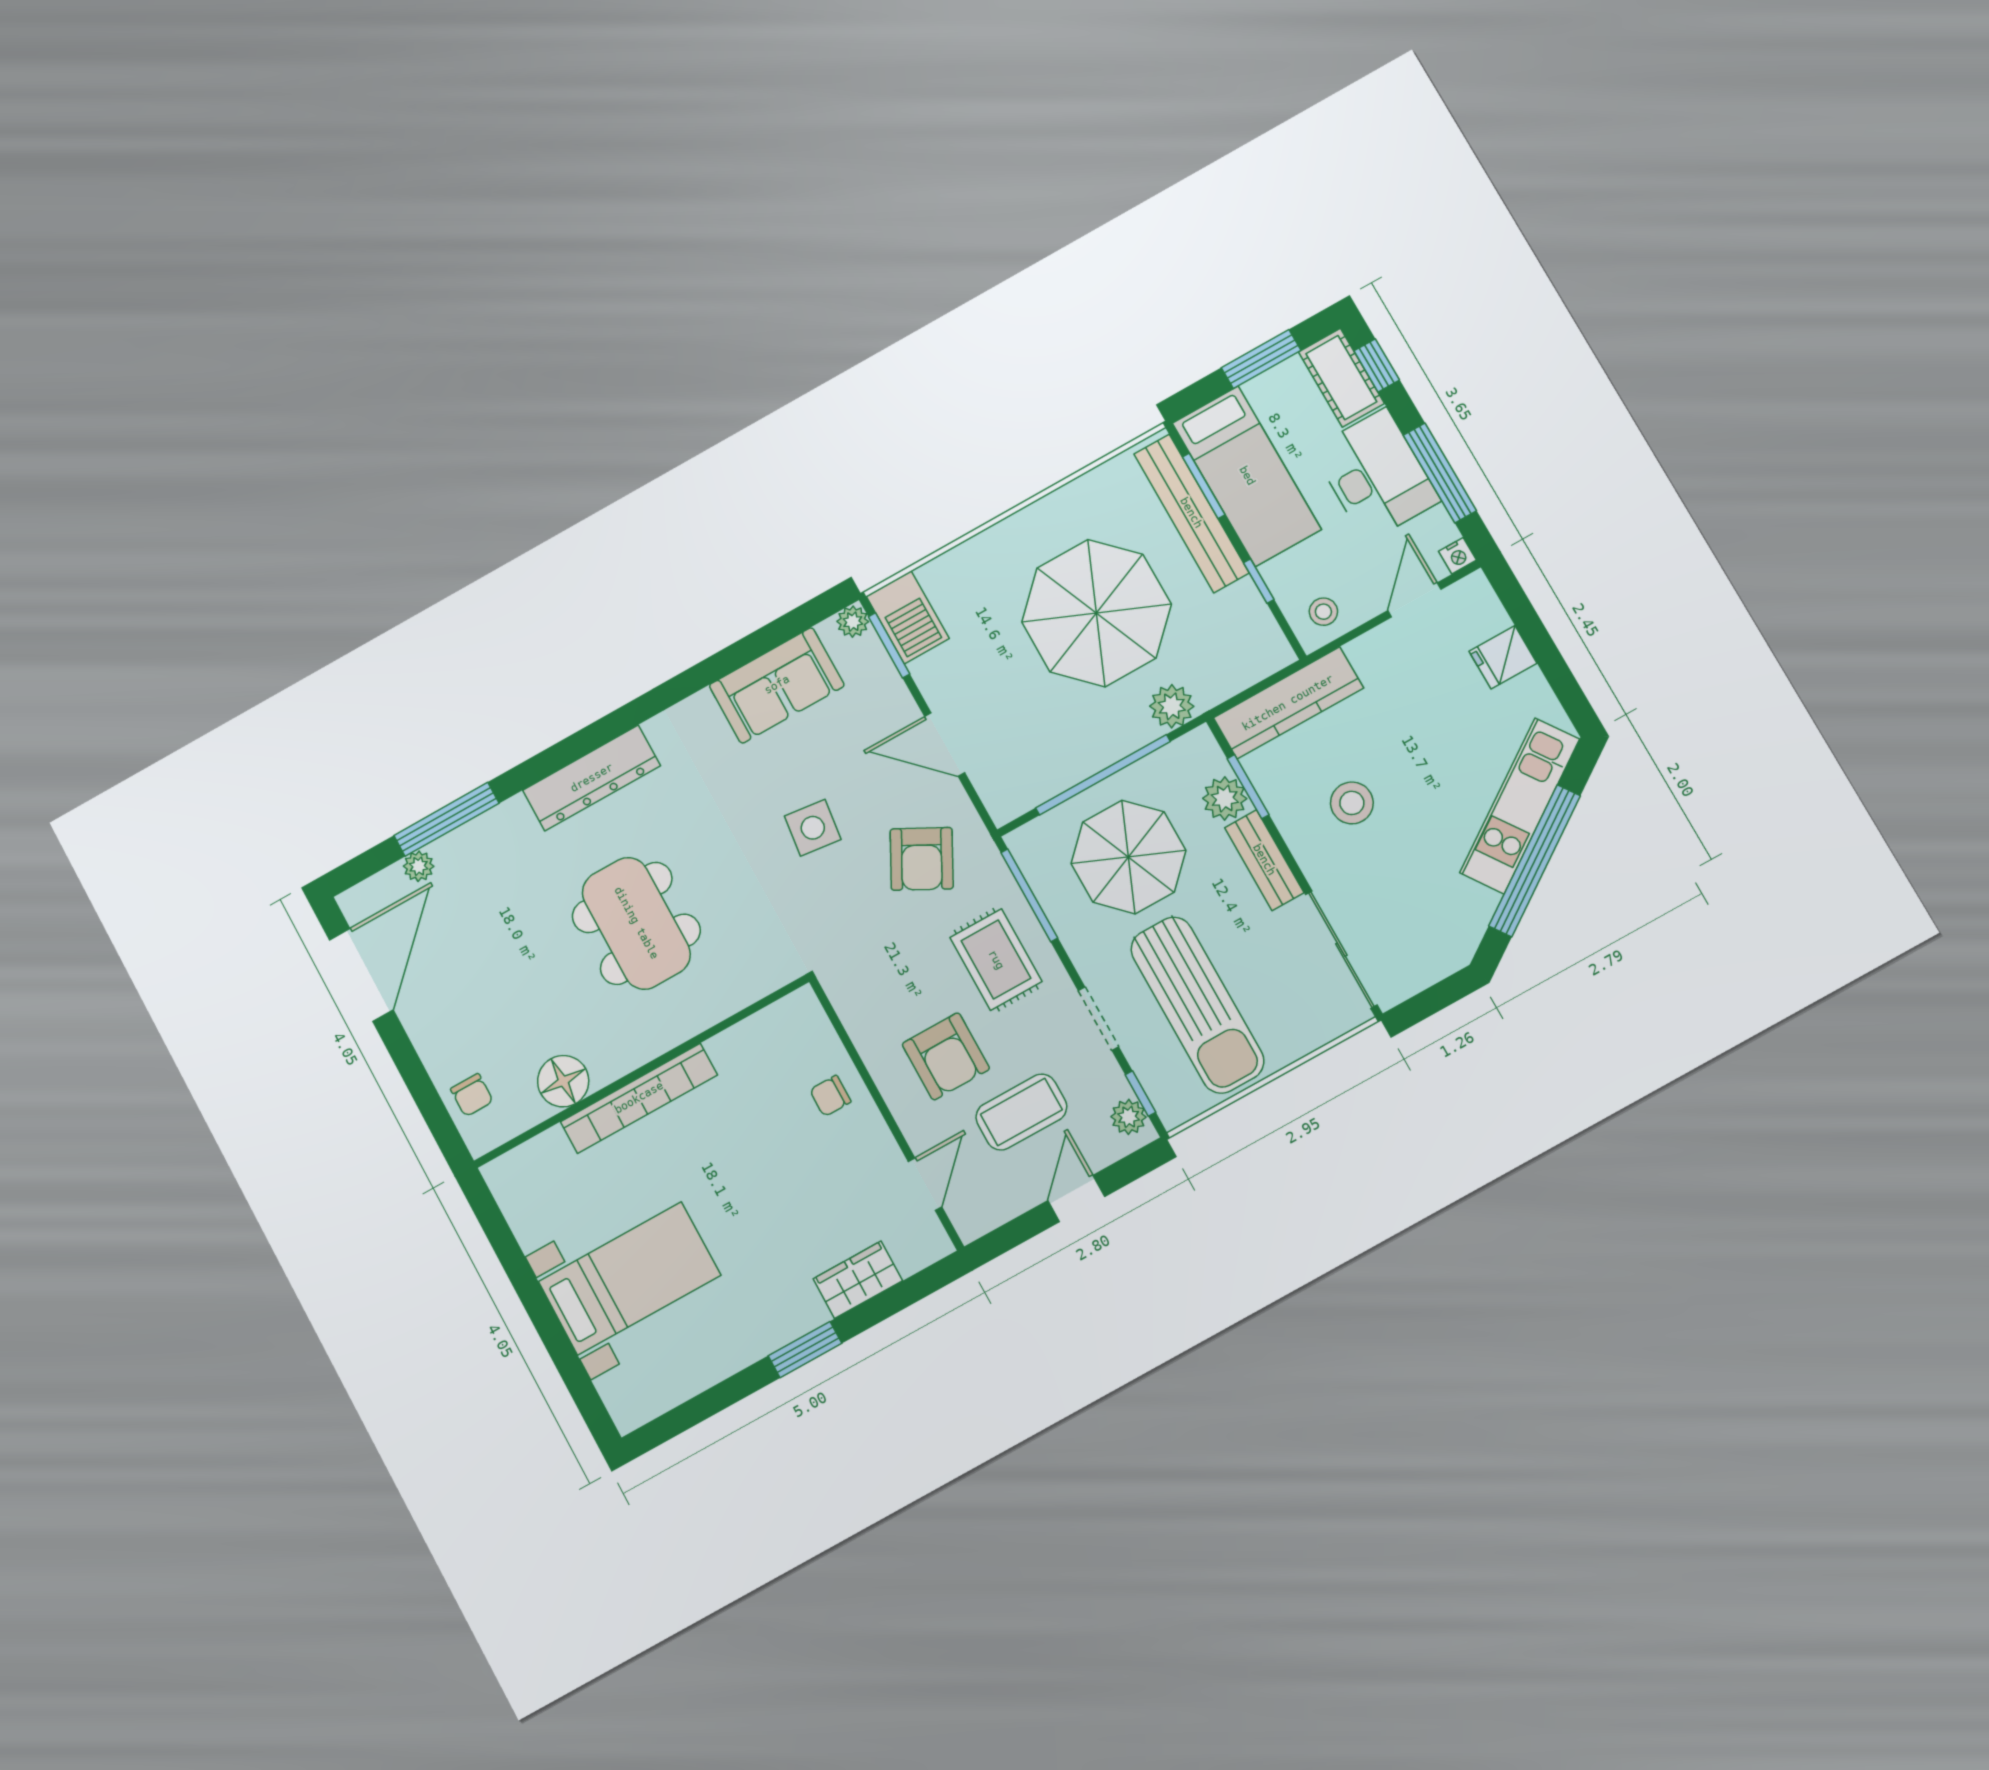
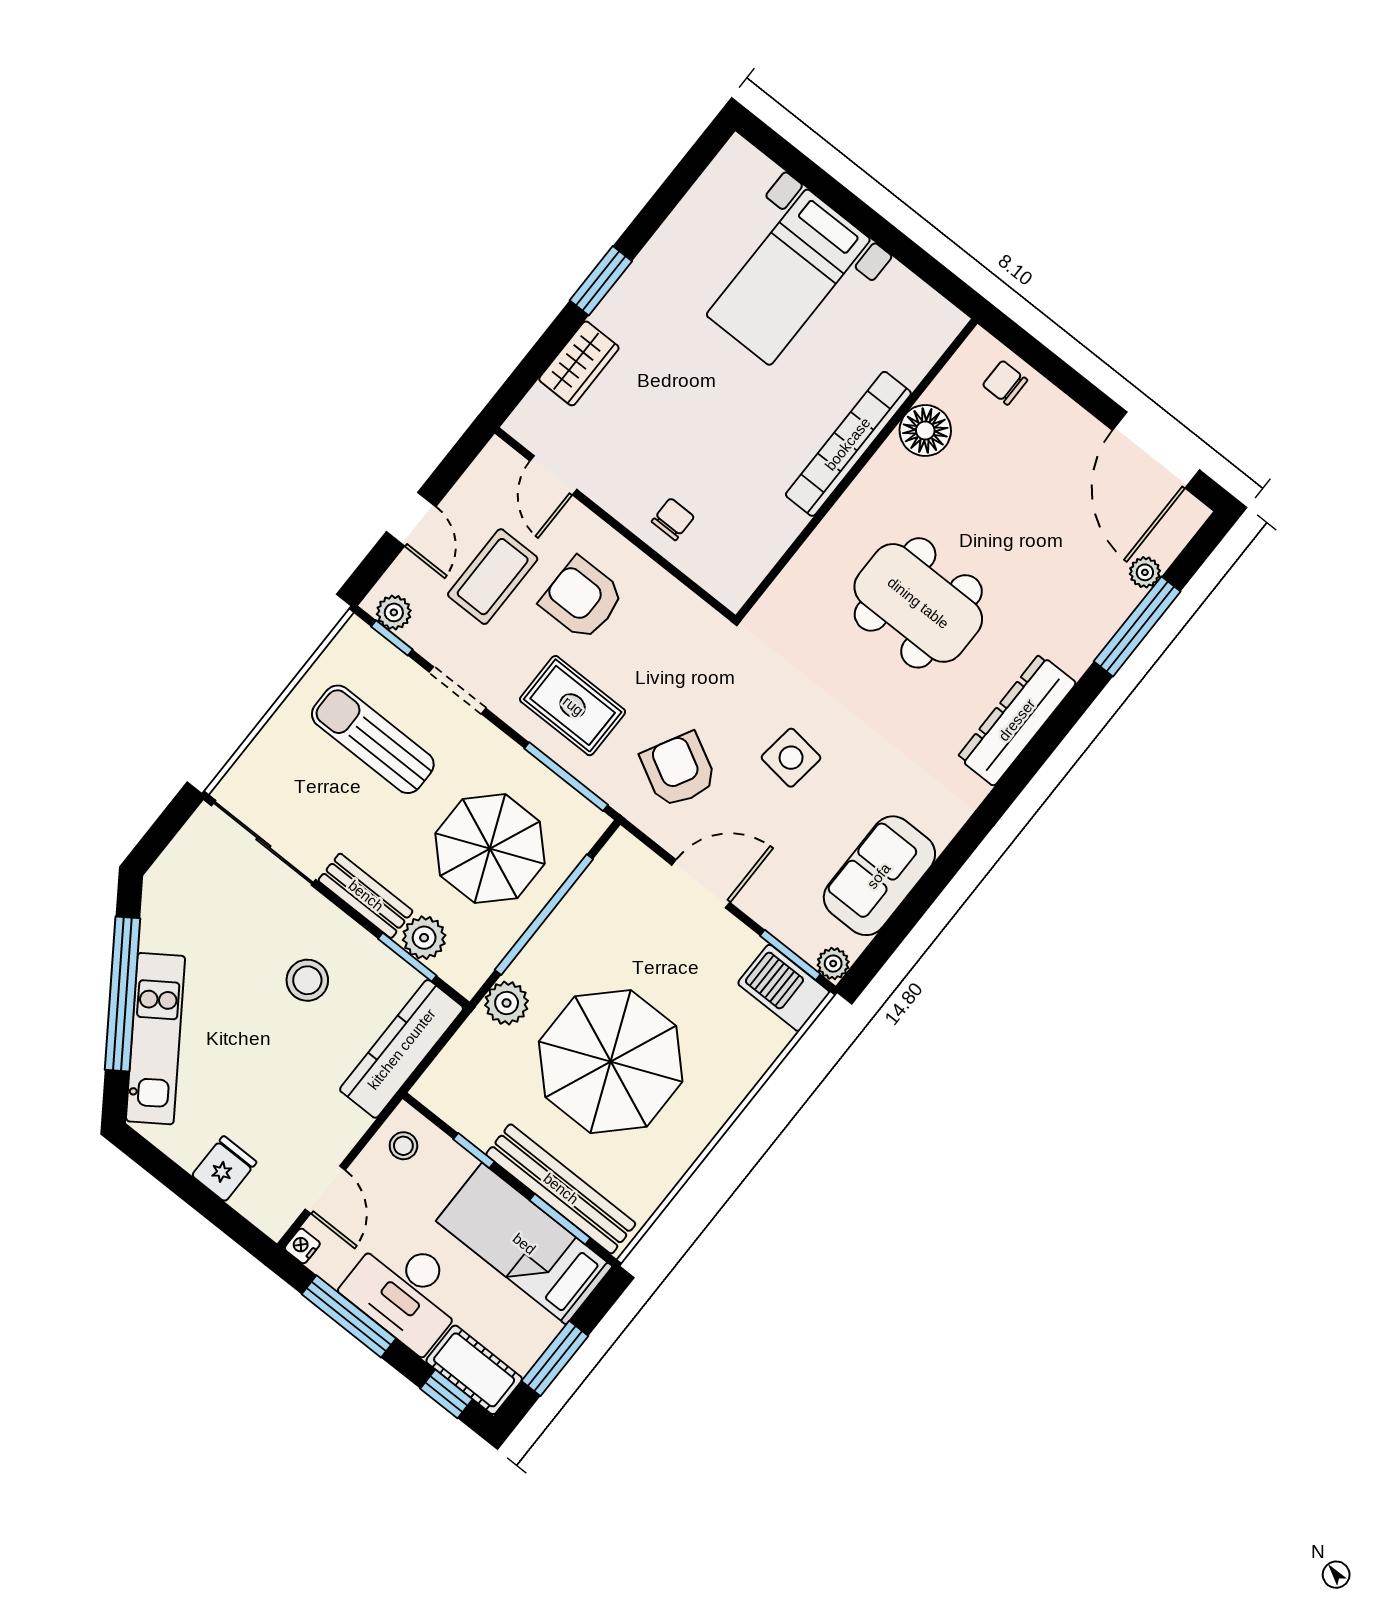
sun lounger: (1197, 1005) -> (373, 739), width x0.73, depth x0.75

